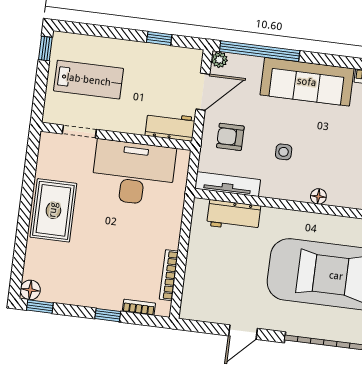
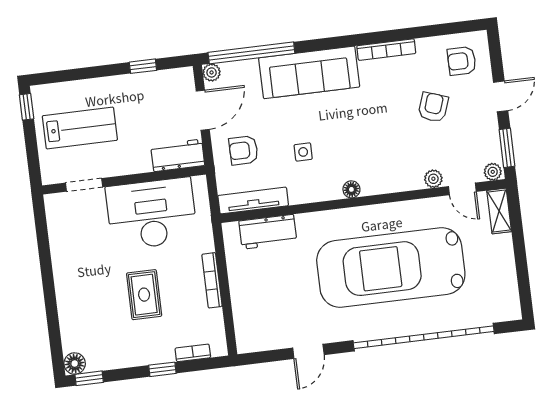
rug: (53, 210) -> (144, 295), moved, width x0.73, depth x0.70
bookcase: (169, 275) -> (212, 280), moved

